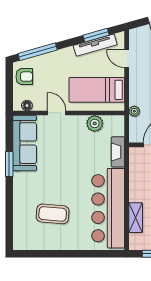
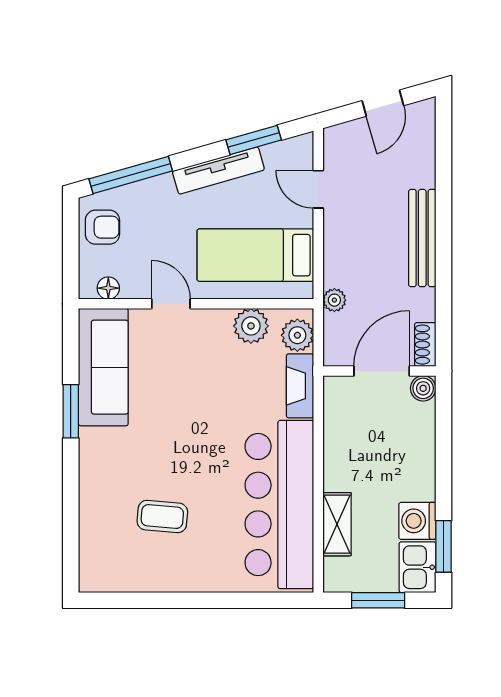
tv unit: (95, 45) -> (218, 171), moved
plant: (117, 128) -> (297, 335), added
coffee table: (53, 214) -> (162, 517), width x0.73, depth x0.77

